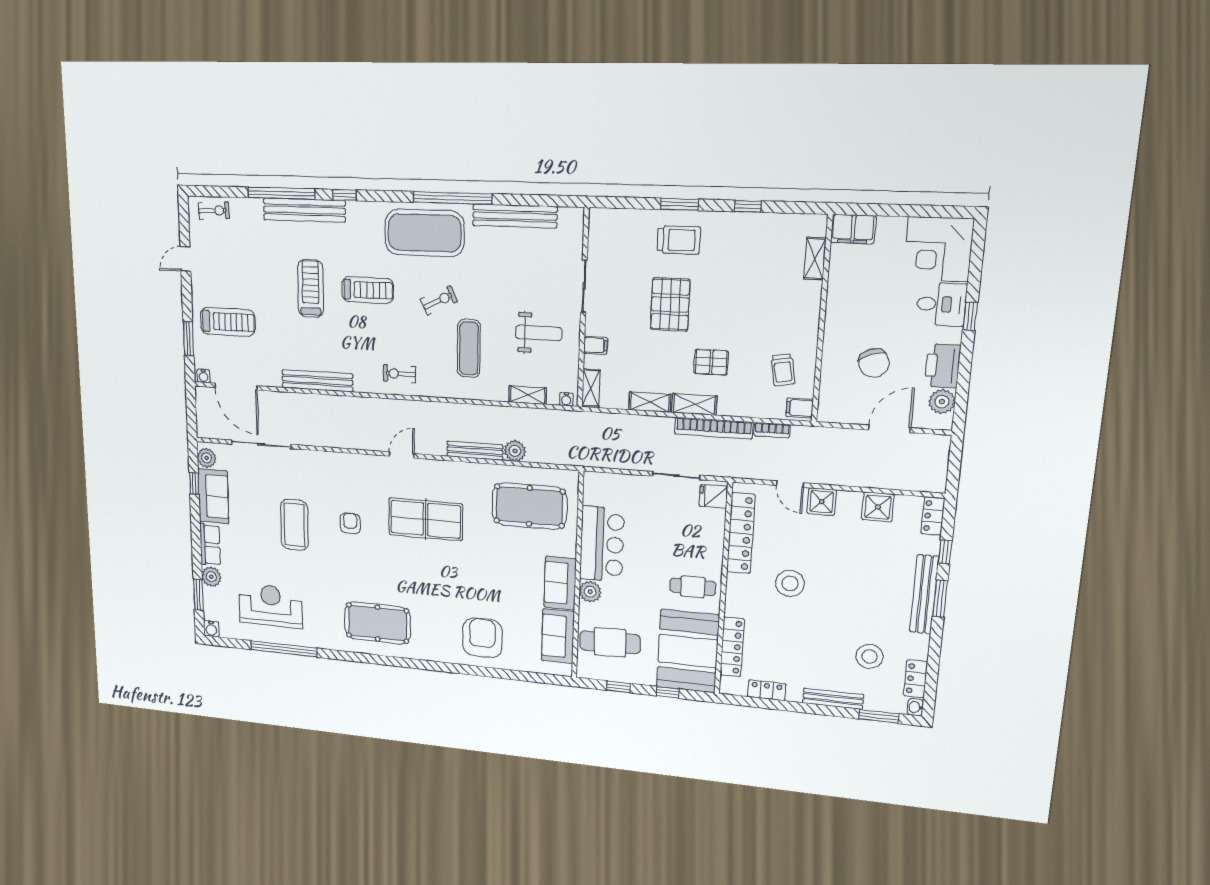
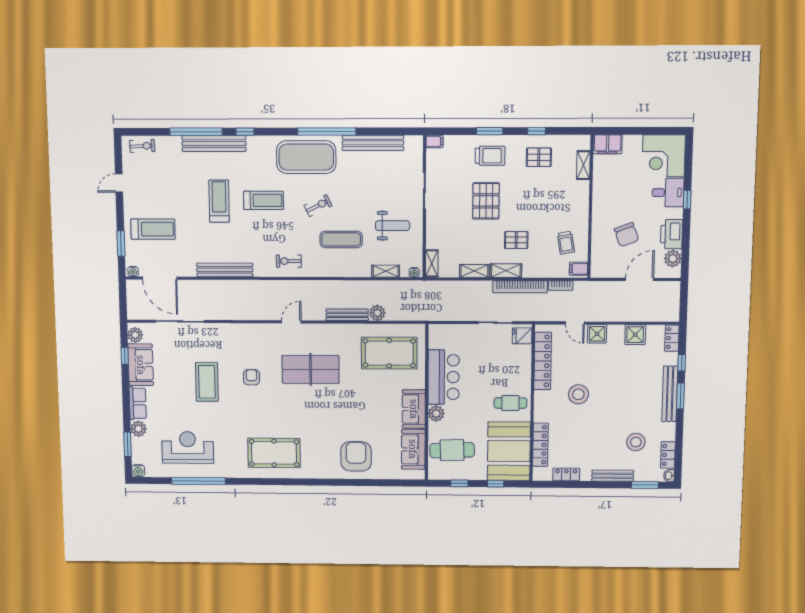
pallet: (749, 245) -> (539, 157), added
filing cabinet: (595, 345) -> (434, 141), moved
exercise mat: (469, 348) -> (341, 239), turned 90

